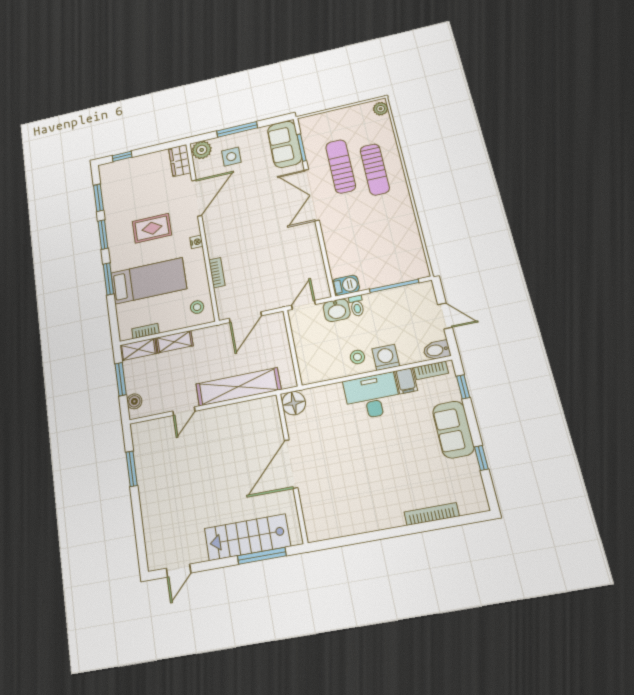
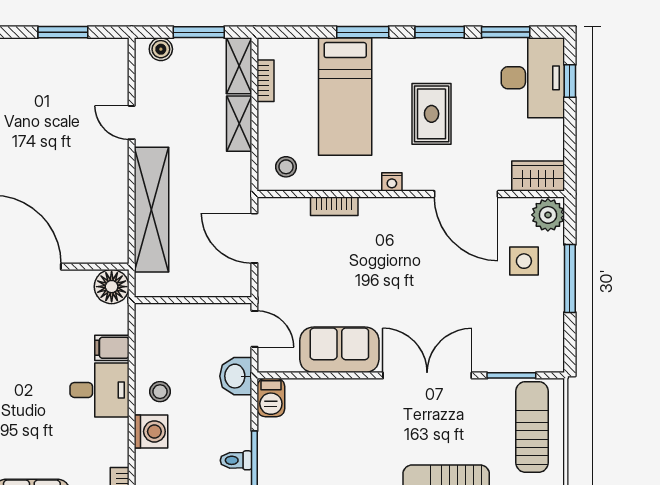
sofa: (285, 144) -> (339, 350), moved
sun lounger: (341, 166) -> (532, 427), moved, turned -90
desk: (123, 177) -> (533, 78), added
toilet: (357, 306) -> (236, 460), moved
filing cabinet: (406, 381) -> (112, 348), moved
desk: (372, 396) -> (99, 390), width x0.73

